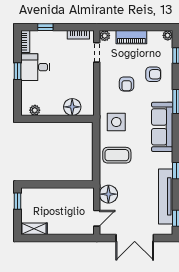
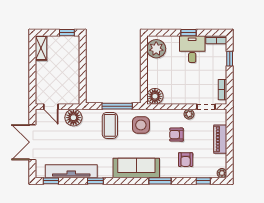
plant: (105, 36) -> (189, 114), moved
floor lamp: (72, 107) -> (155, 96), moved
plant: (35, 110) -> (156, 49), width x1.87, depth x1.87
window: (96, 147) -> (117, 106), added

